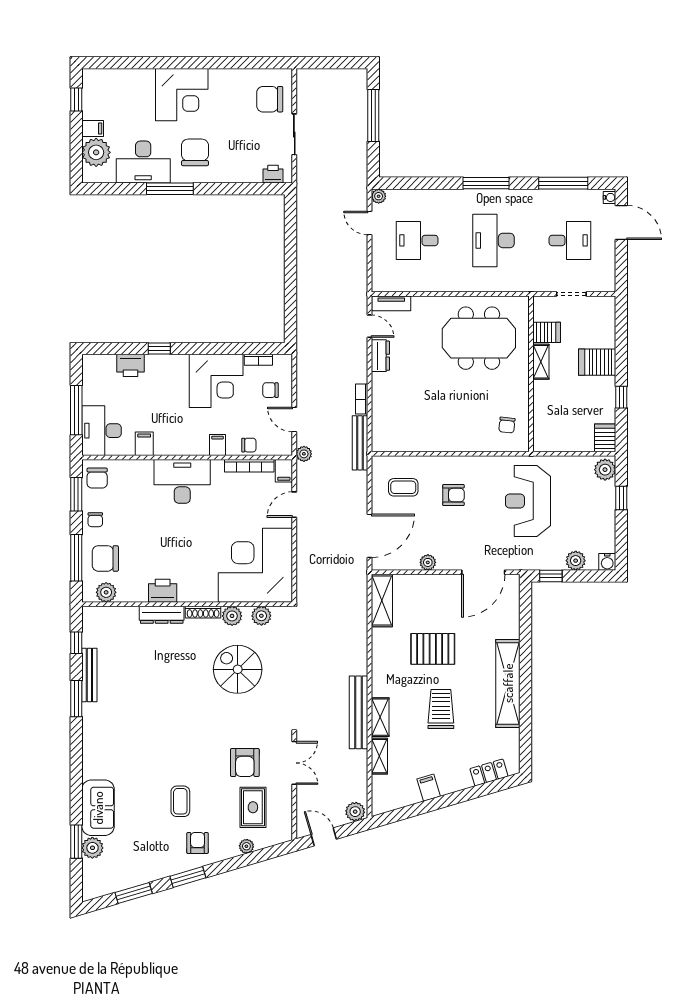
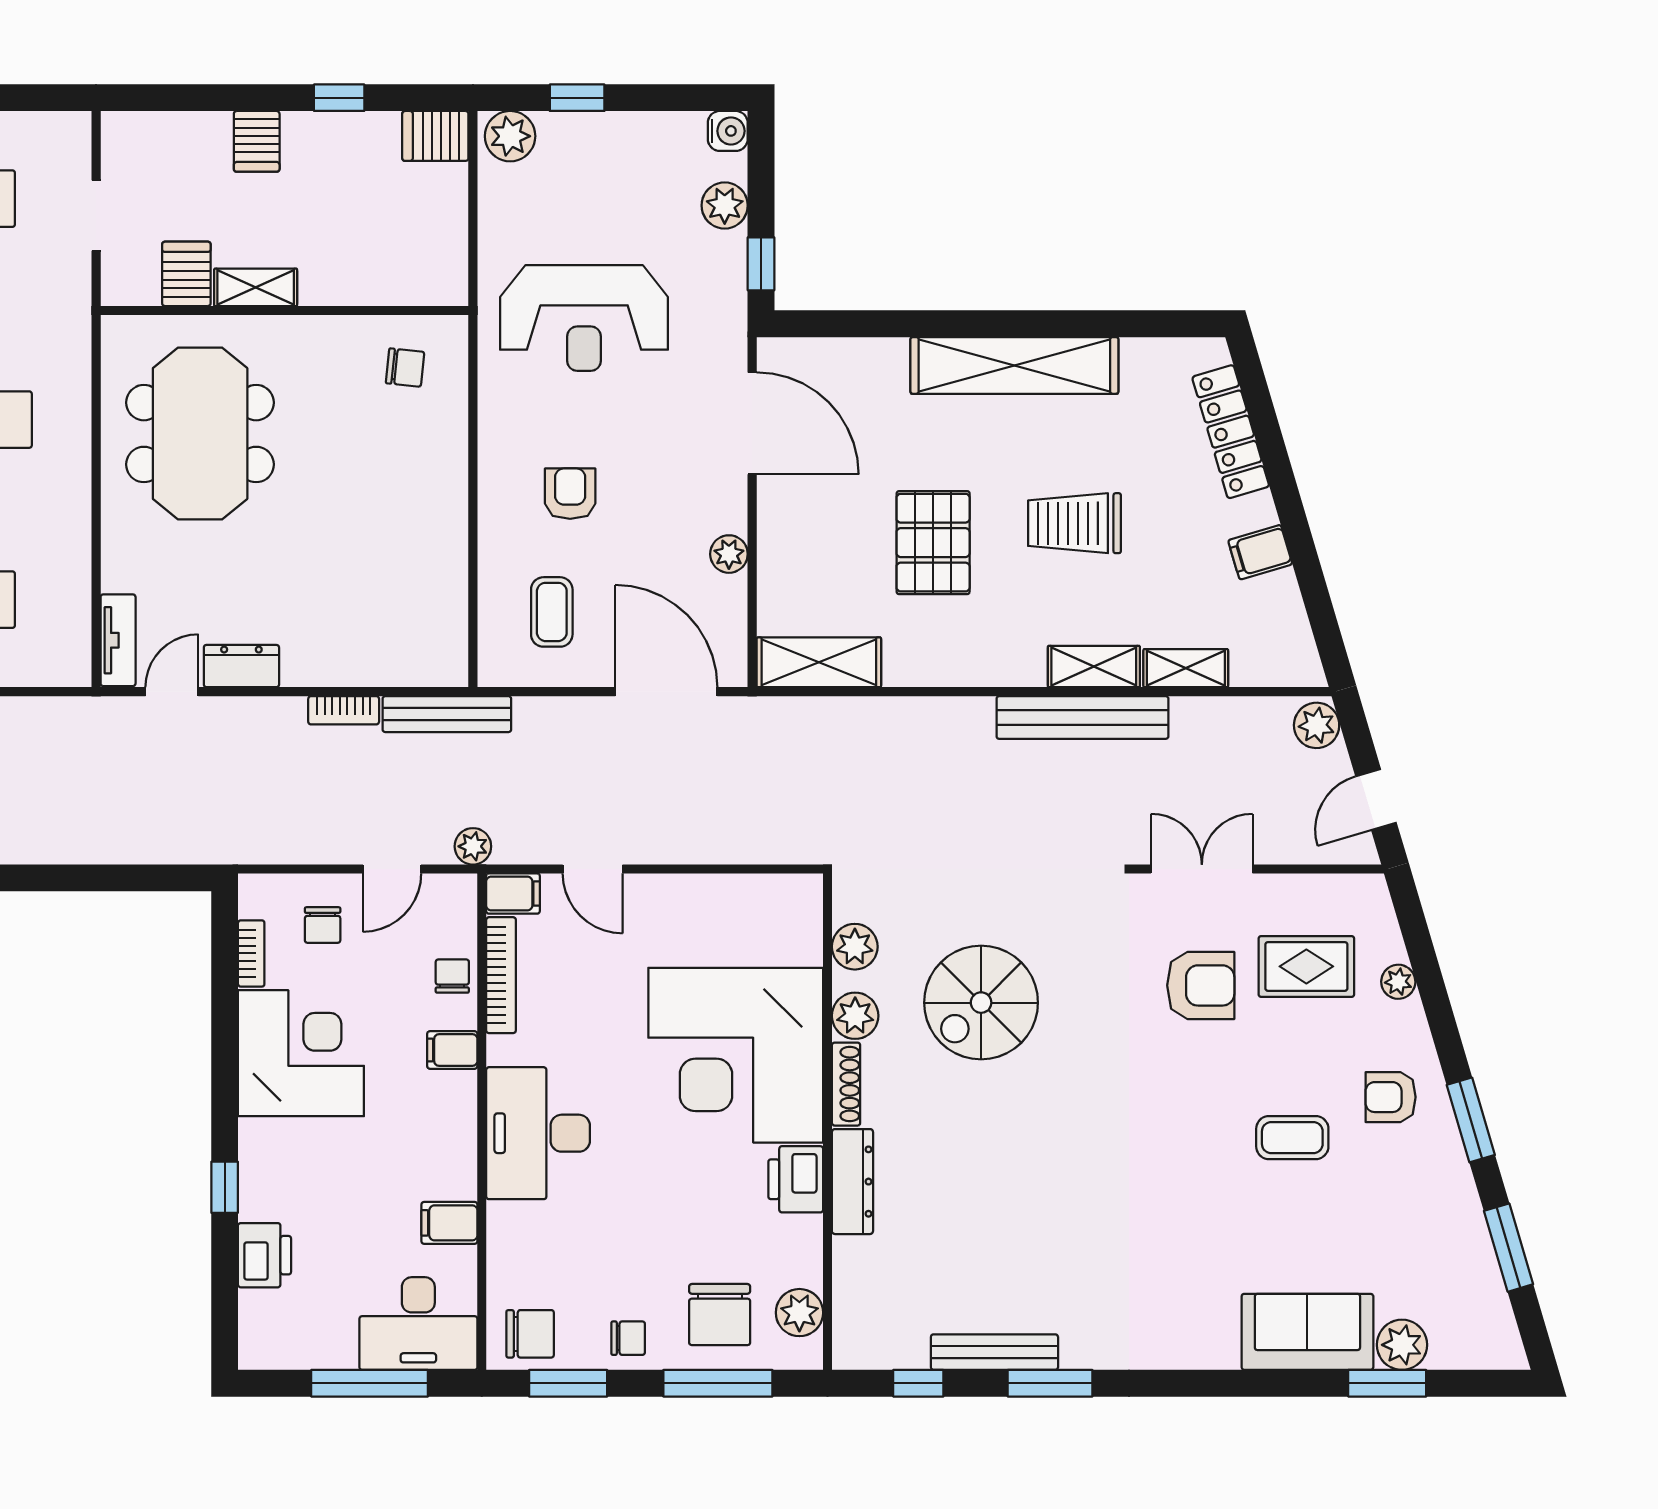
server rack: (597, 362) -> (257, 141), width x0.73, depth x0.70
corner desk: (255, 565) -> (736, 1055), moved
locker: (489, 772) -> (1231, 432), width x1.53

